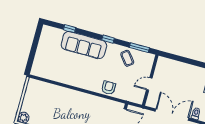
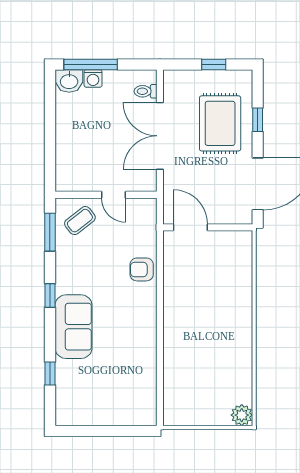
sofa: (84, 45) -> (73, 327), width x0.73
coffee table: (127, 58) -> (80, 221), moved

